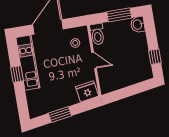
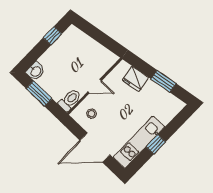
door: (94, 60) -> (95, 86), swing flipped
fridge: (87, 91) -> (135, 79), moved

